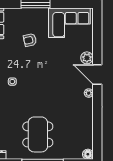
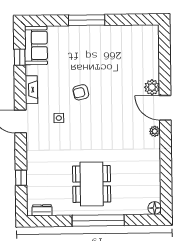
corner sofa: (69, 23) -> (130, 43), removed
armchair: (30, 40) -> (81, 92), moved

